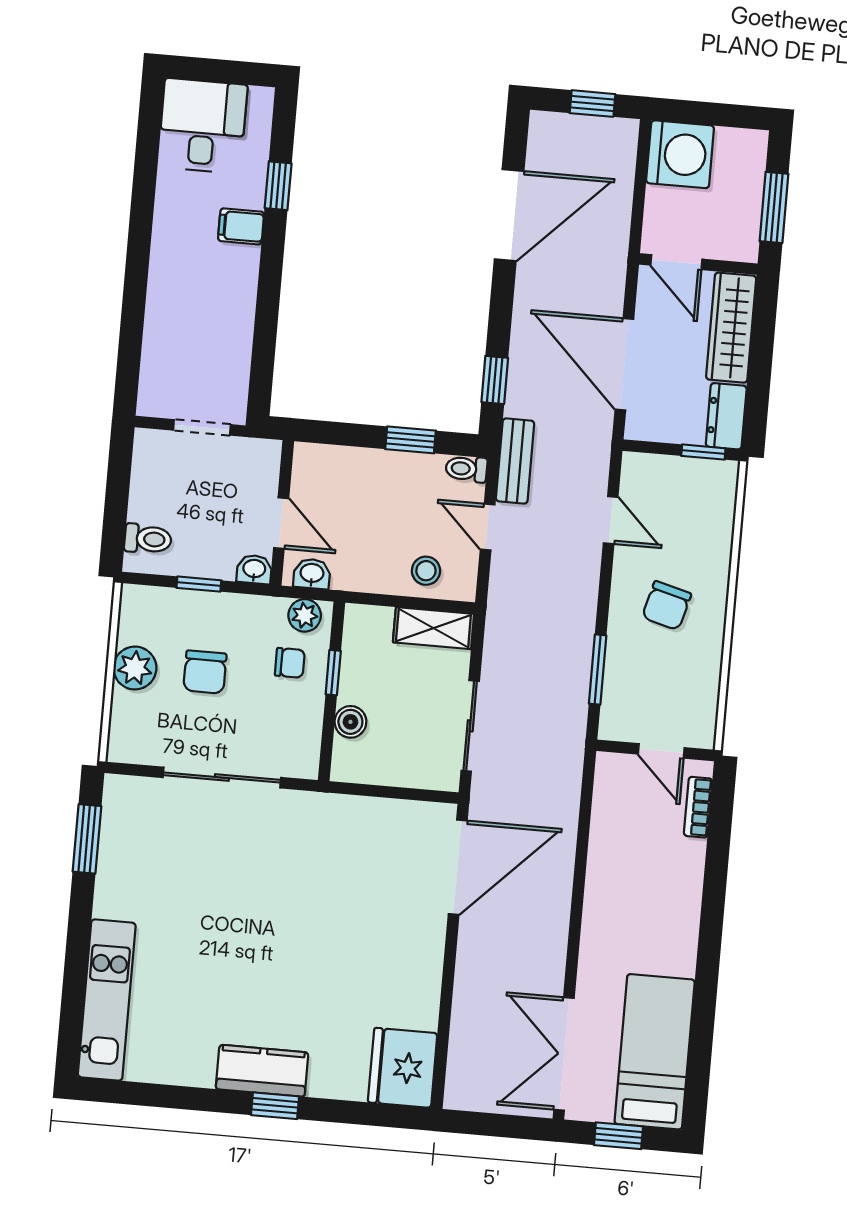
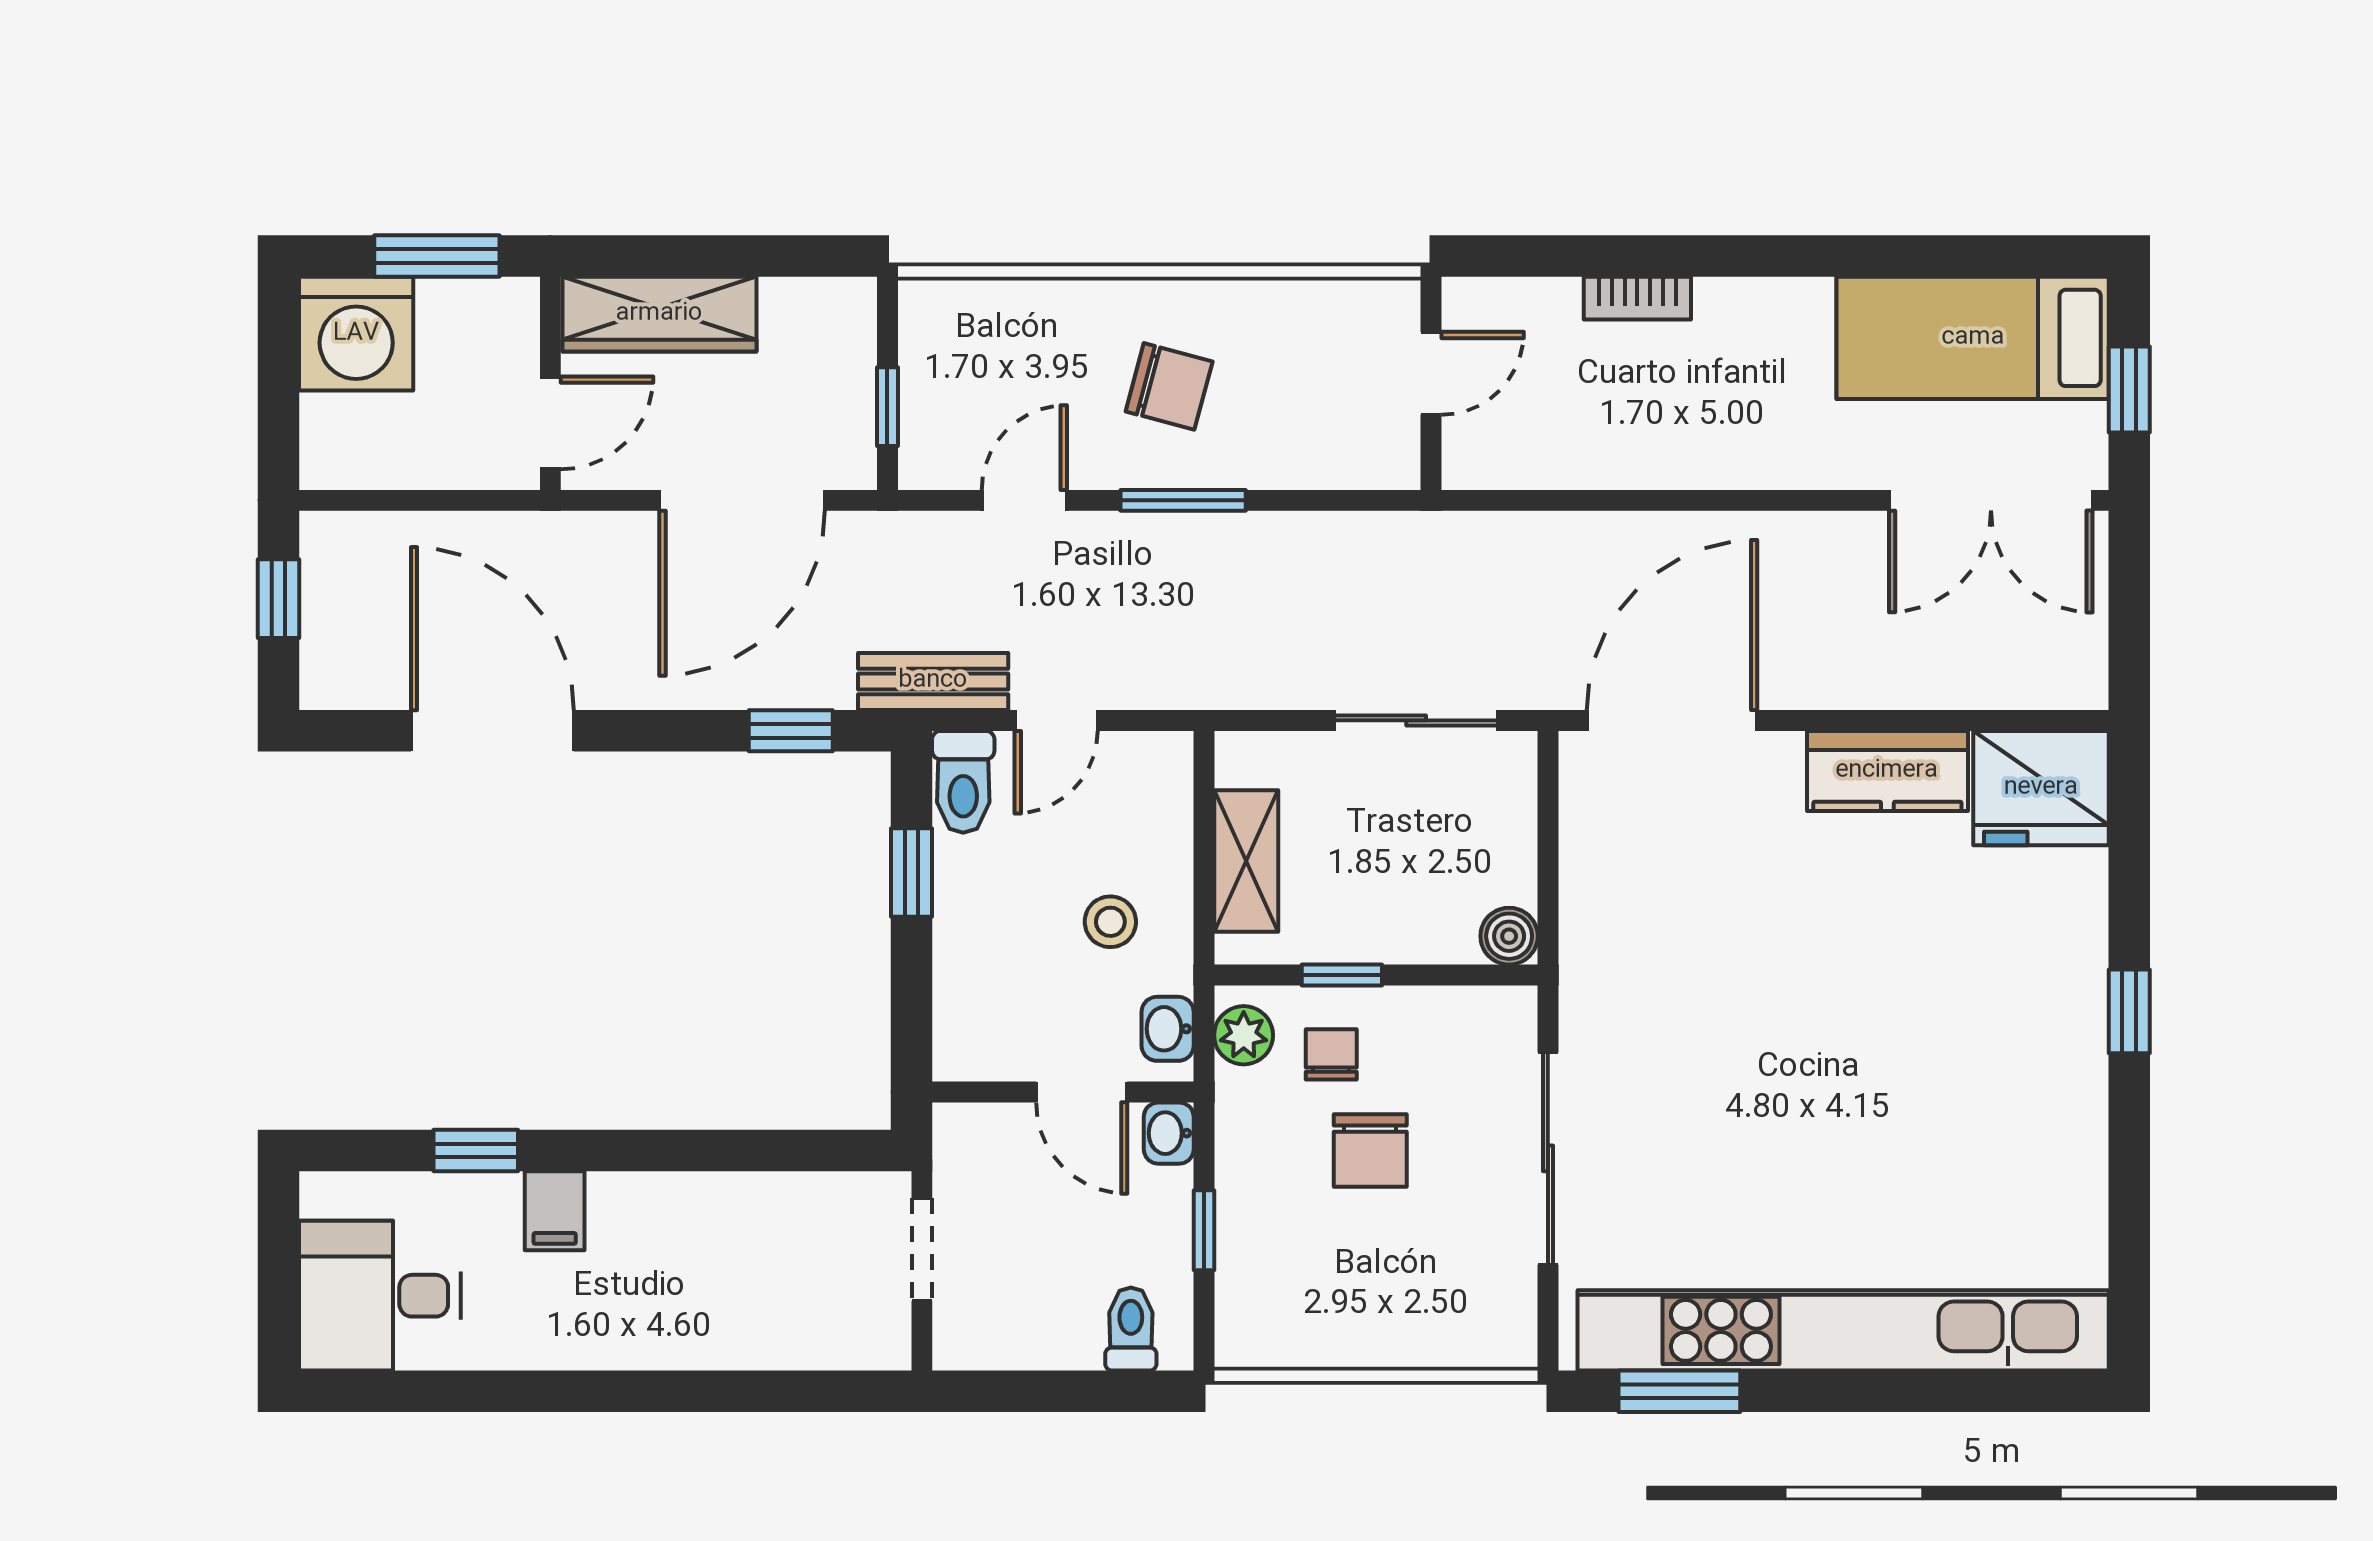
washing machine: (680, 154) -> (356, 334), moved, turned 180
dresser: (726, 416) -> (819, 309), removed
window: (703, 452) -> (887, 407), moved
toilet: (466, 469) -> (963, 782), width x1.37, depth x1.39
door: (281, 523) -> (1082, 1092), swing flipped
stool: (426, 571) -> (1110, 922), moved
shelving: (433, 628) -> (1246, 861), moved
plant: (135, 668) -> (1365, 1332), removed
window: (598, 670) -> (1183, 500), moved
chair: (205, 672) -> (1370, 1150), moved, turned 90
boiler: (350, 722) -> (1509, 936), moved
bookcase: (698, 807) -> (1637, 298), moved
door: (458, 867) -> (1672, 720), hinge flipped
kitchen unit: (107, 1000) -> (1843, 1330), width x1.86
kitchen counter: (262, 1071) -> (1887, 771), moved, turned -90

